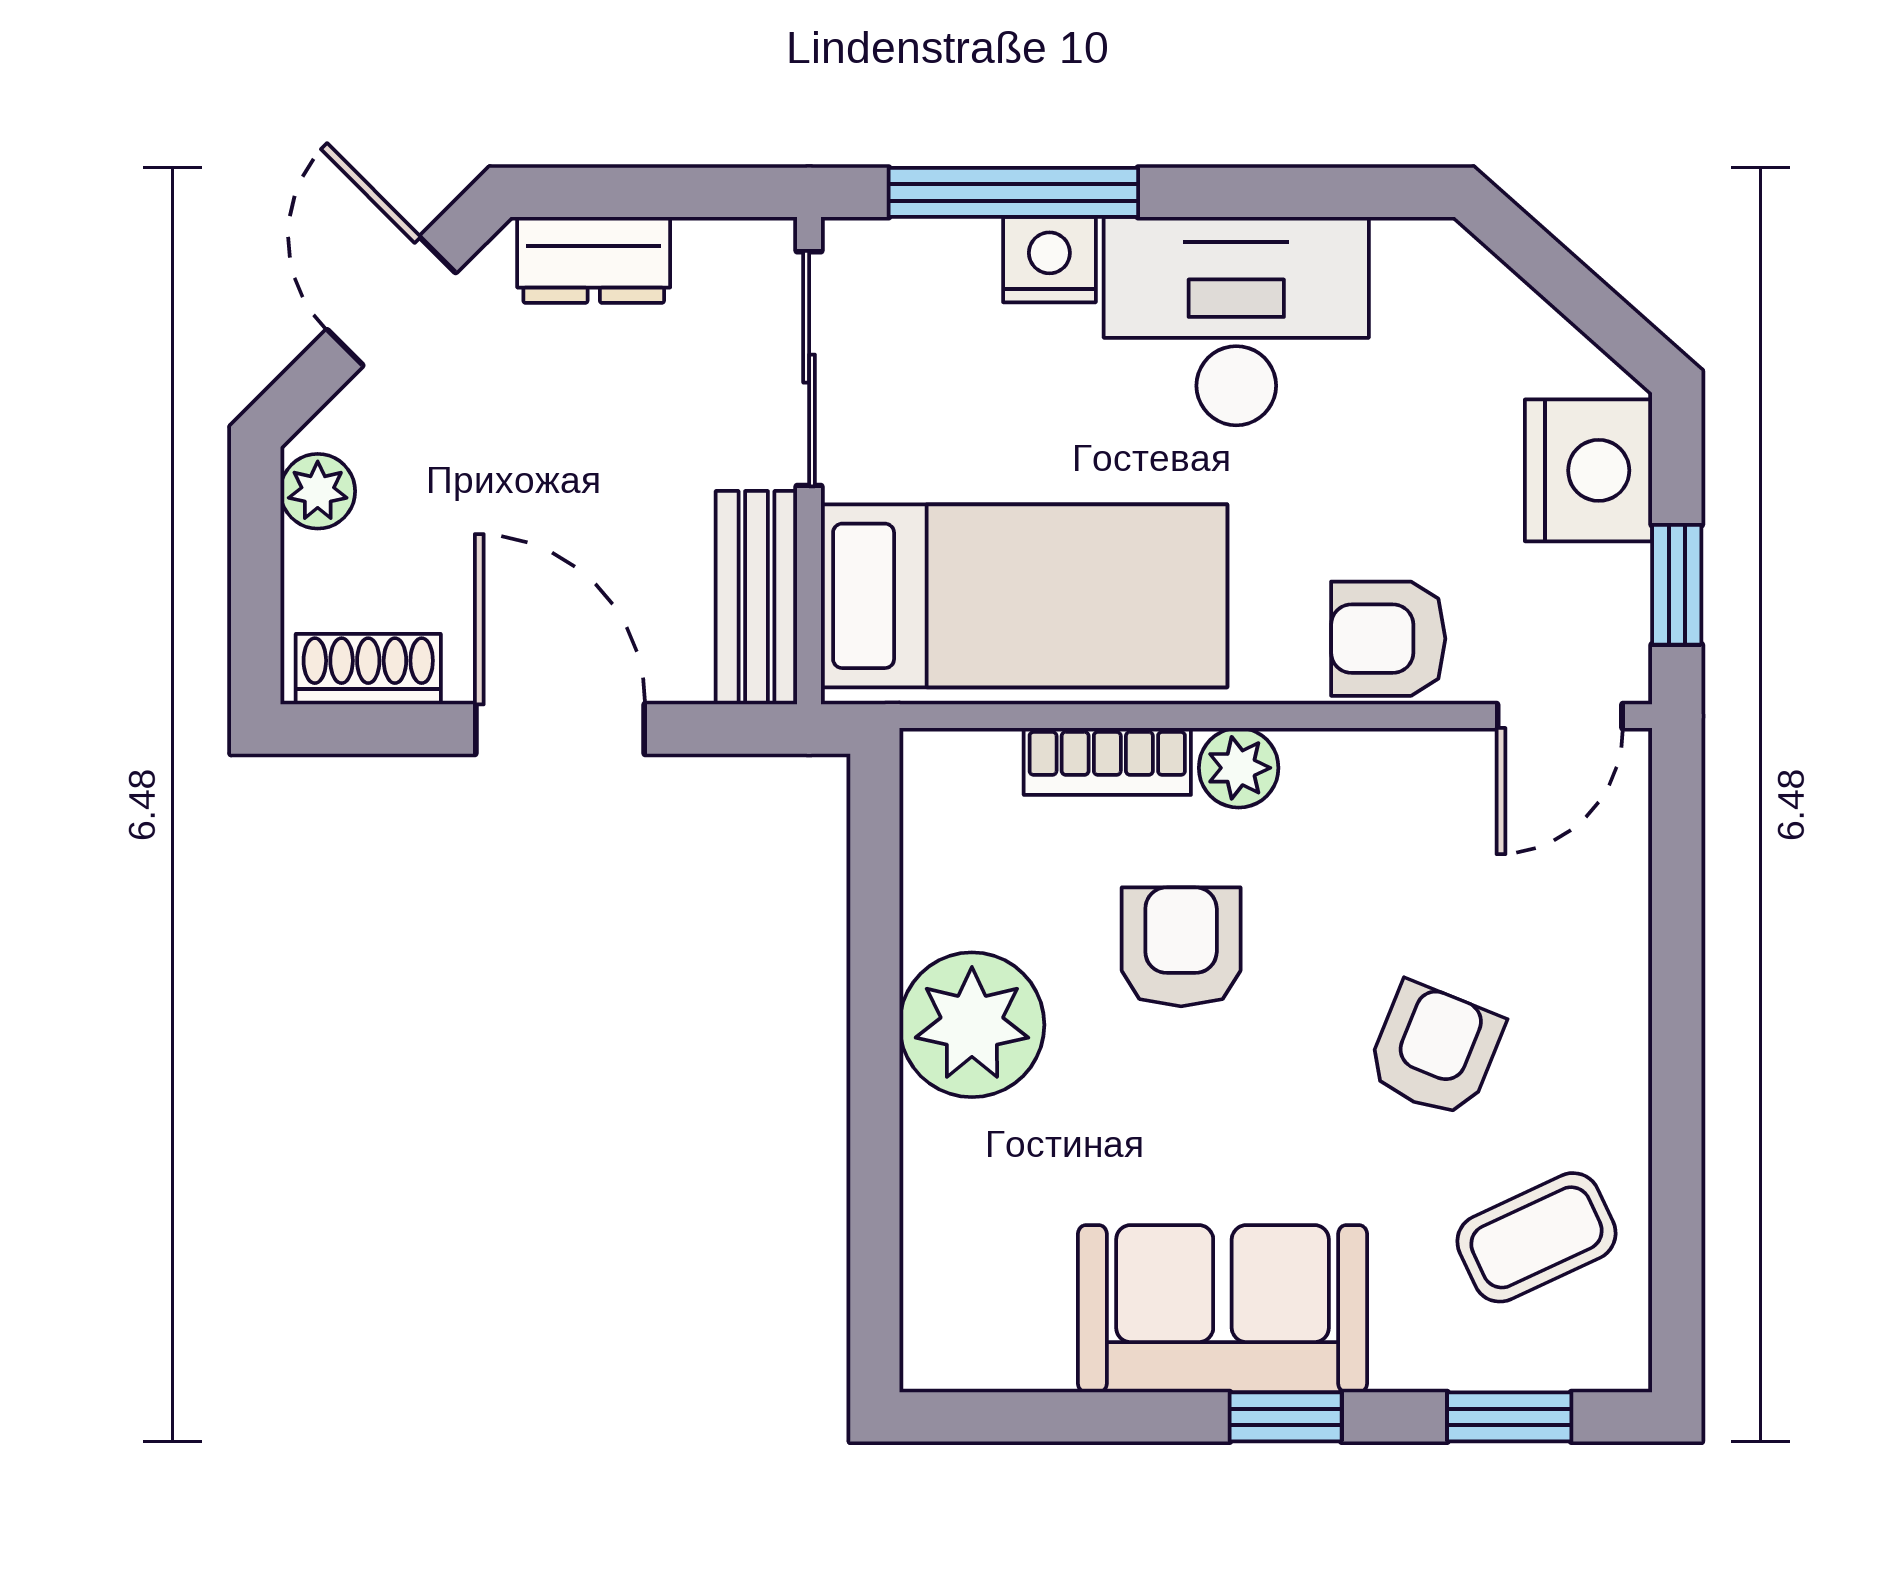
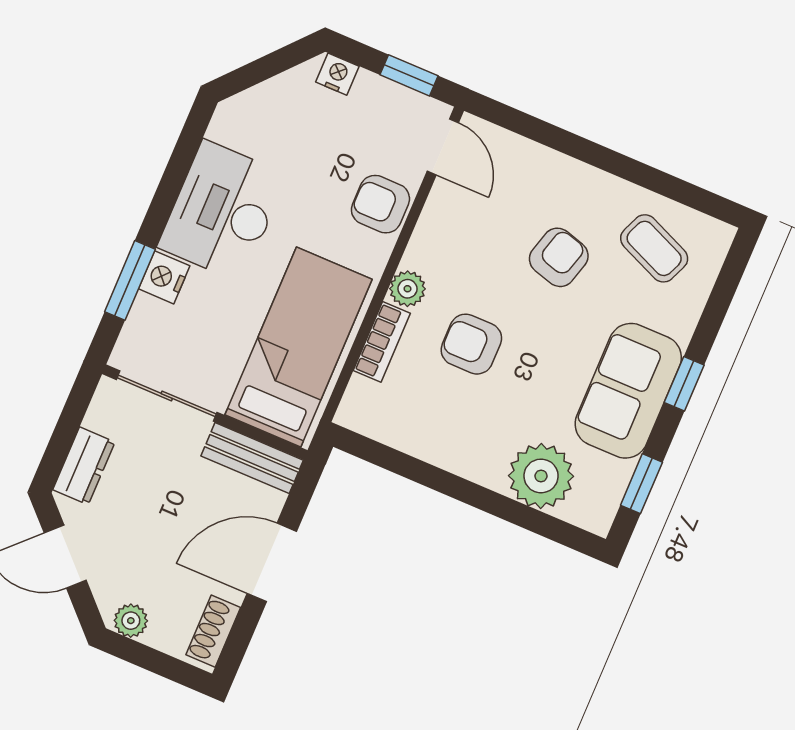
window: (1013, 192) -> (130, 280), width x0.69
nightstand: (1589, 470) -> (337, 74), width x0.53, depth x0.56
armchair: (1388, 639) -> (380, 204), turned 90
plant: (972, 1025) -> (541, 476), moved
armchair: (1435, 1050) -> (559, 257), turned 84
coffee table: (1536, 1237) -> (654, 248), turned -42
window: (1509, 1417) -> (641, 484), moved

